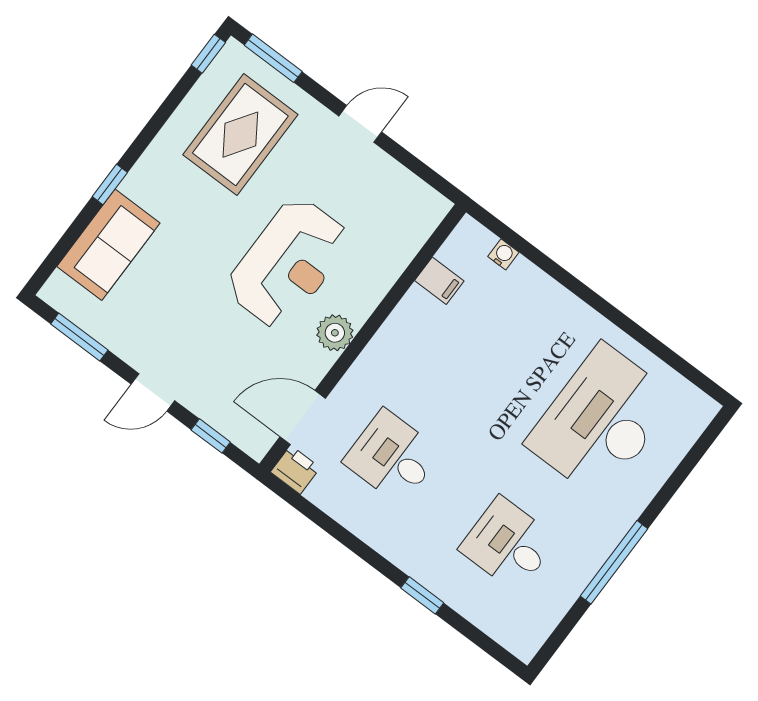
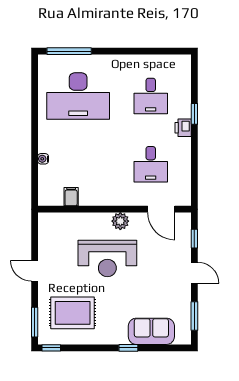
water cooler: (503, 254) -> (43, 159), moved
reception desk: (288, 263) -> (107, 258), turned 180
printer: (295, 470) -> (183, 128), moved
window: (614, 562) -> (69, 51), moved

